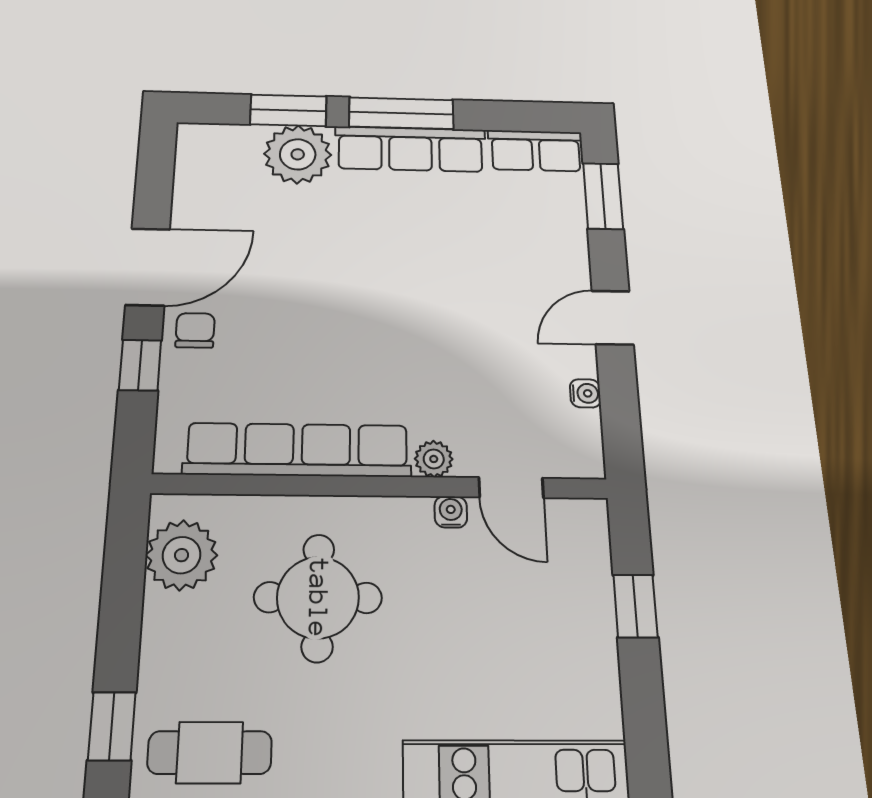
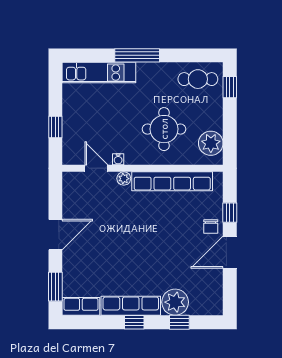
window: (288, 110) -> (179, 322), width x0.67
window: (401, 113) -> (134, 322), width x0.46
door: (613, 318) -> (55, 235), width x1.38
water cooler: (585, 393) -> (68, 204), removed

